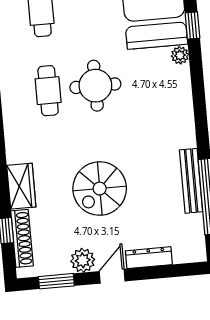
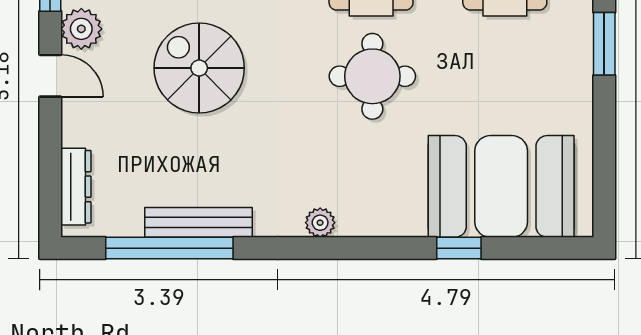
plant: (180, 55) -> (320, 223), moved
dresser: (149, 258) -> (76, 187), moved

